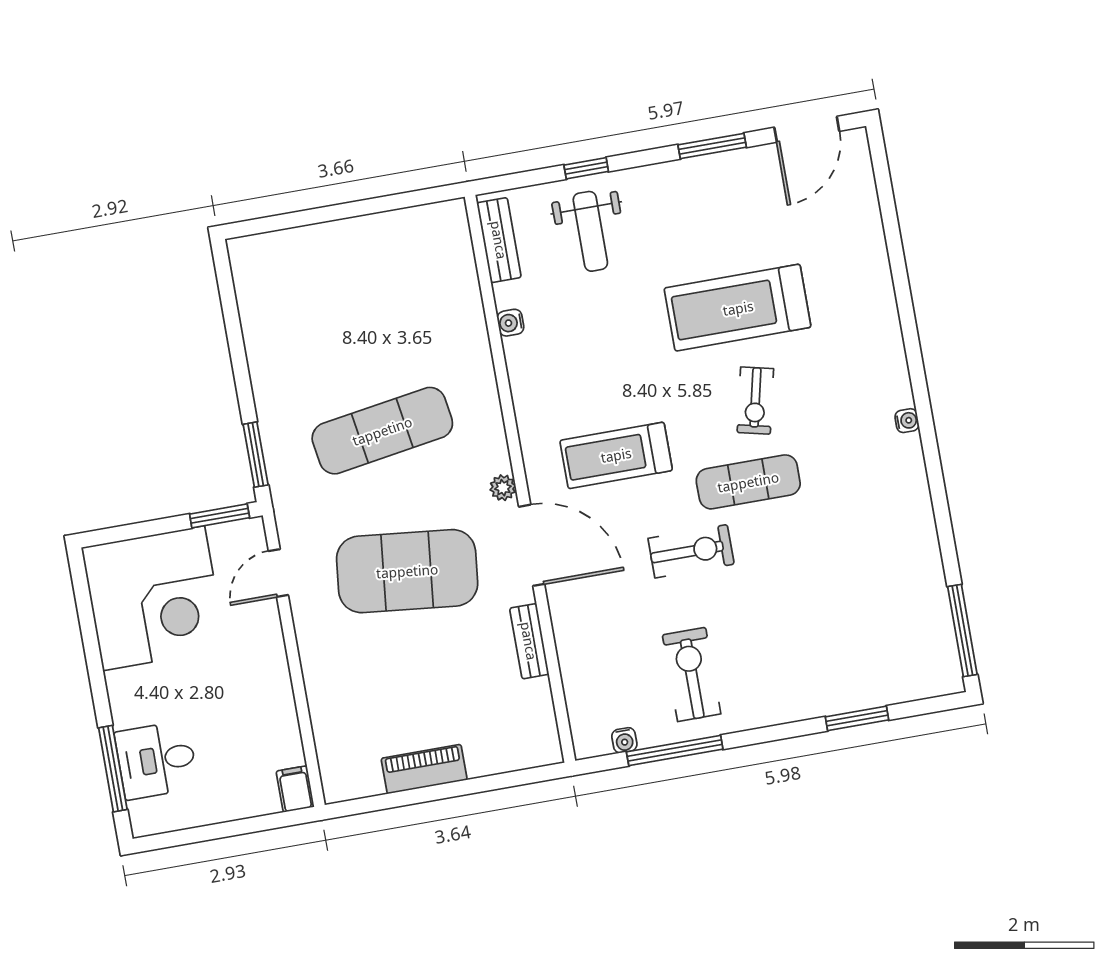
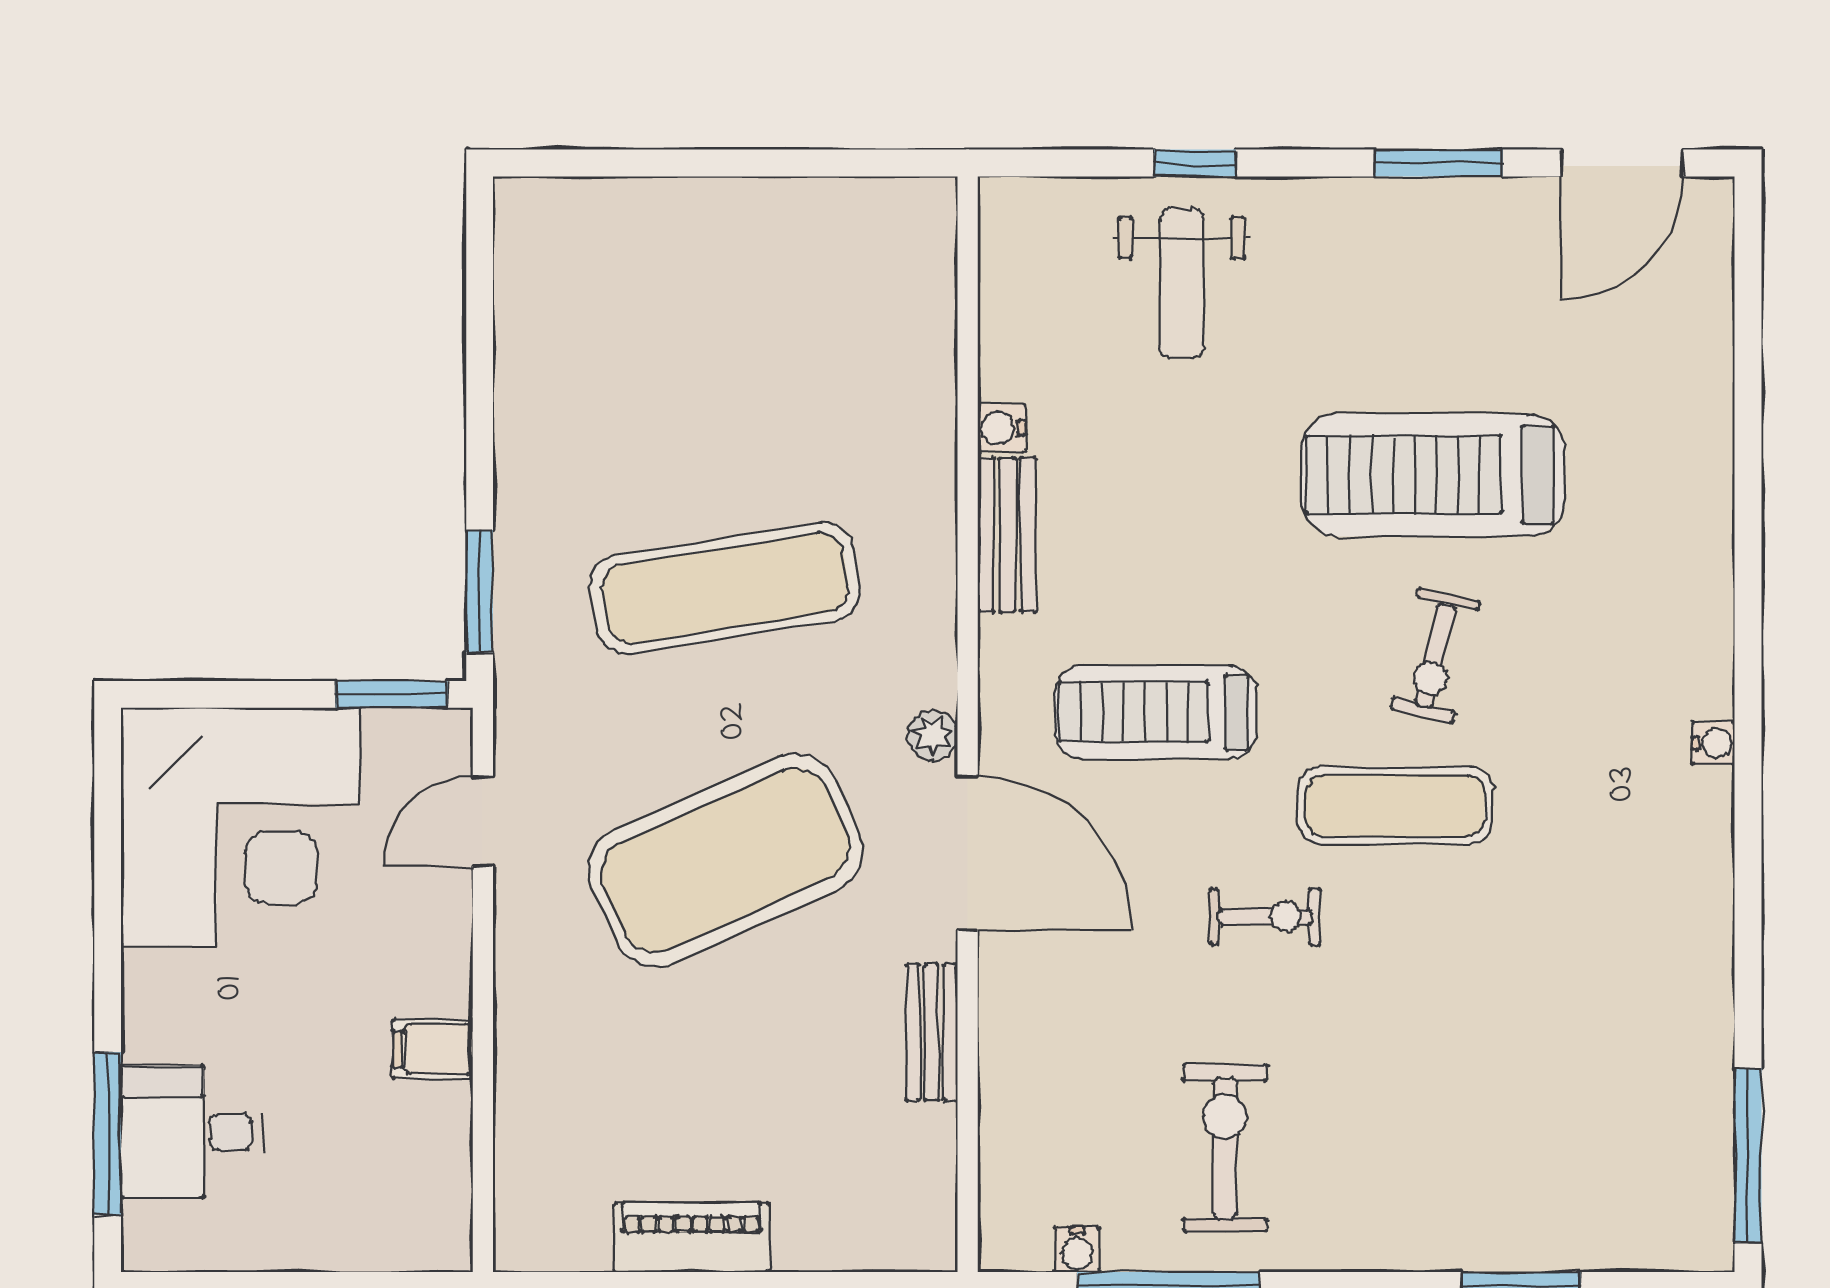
bench: (499, 240) -> (1007, 535), moved
exercise bike: (691, 551) -> (1265, 917), width x0.73, depth x0.72
exercise mat: (407, 571) -> (725, 860), turned -30
filing cabinet: (295, 789) -> (433, 1049), moved, turned -90

